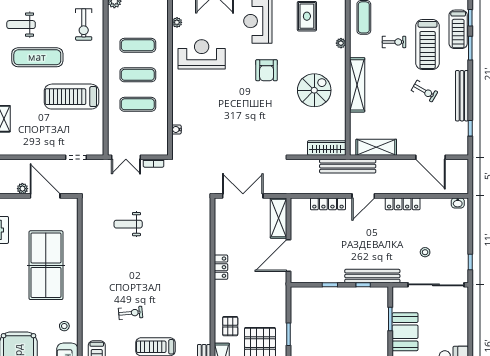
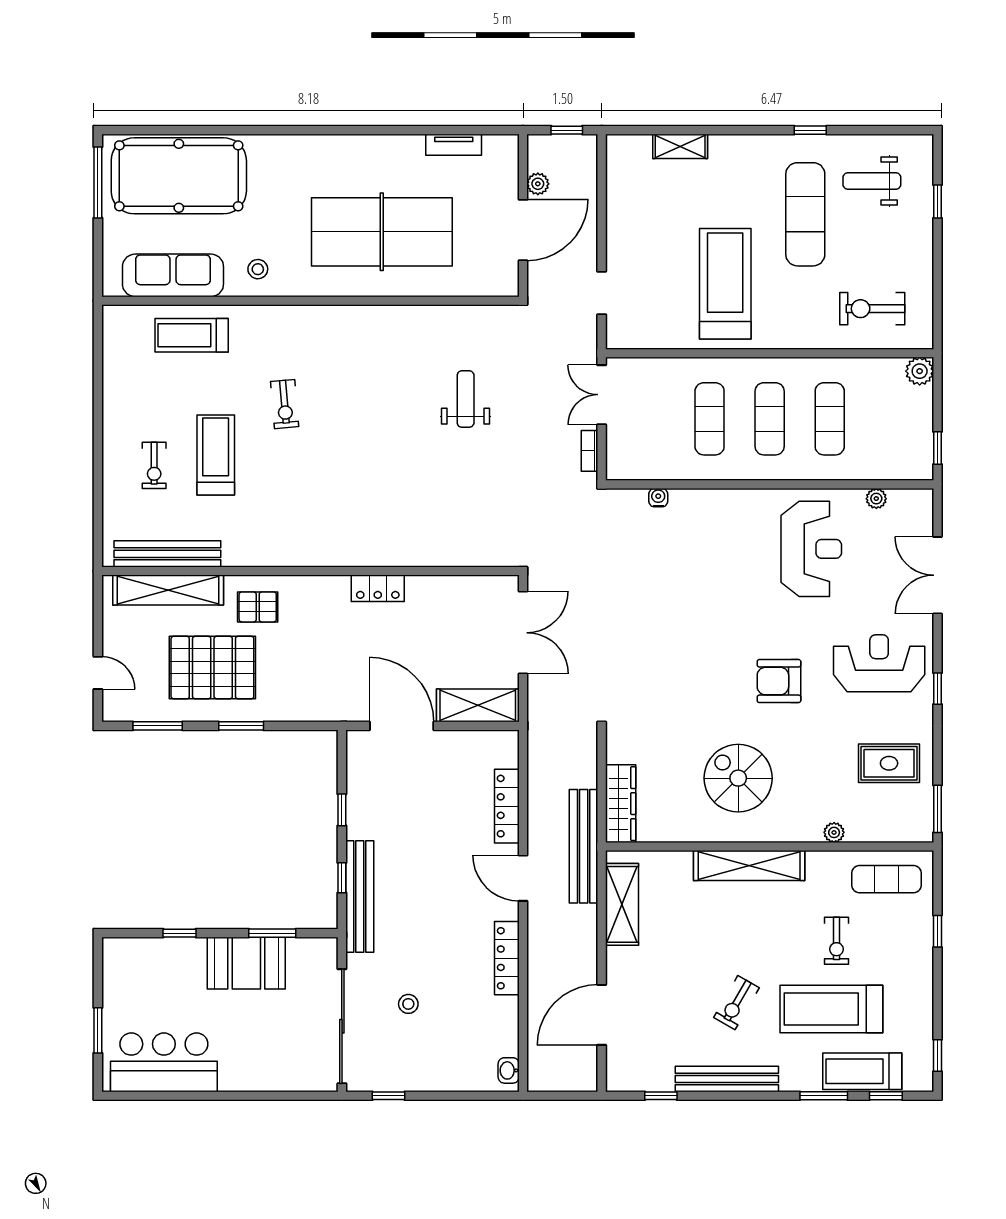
weight bench: (21, 25) -> (872, 181), turned -90
spiral stairs: (314, 90) -> (738, 778), turned 180

